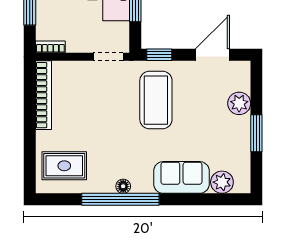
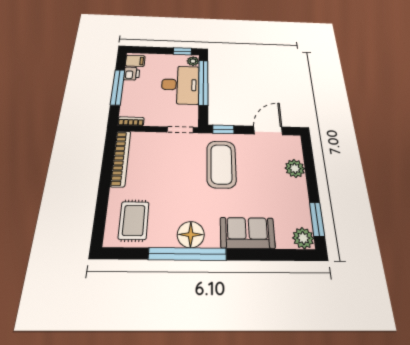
window: (256, 133) -> (317, 219), moved
rug: (64, 166) -> (134, 220), turned 90
plant: (222, 182) -> (303, 238), moved
floor lamp: (123, 186) -> (191, 235), width x1.89, depth x1.89

